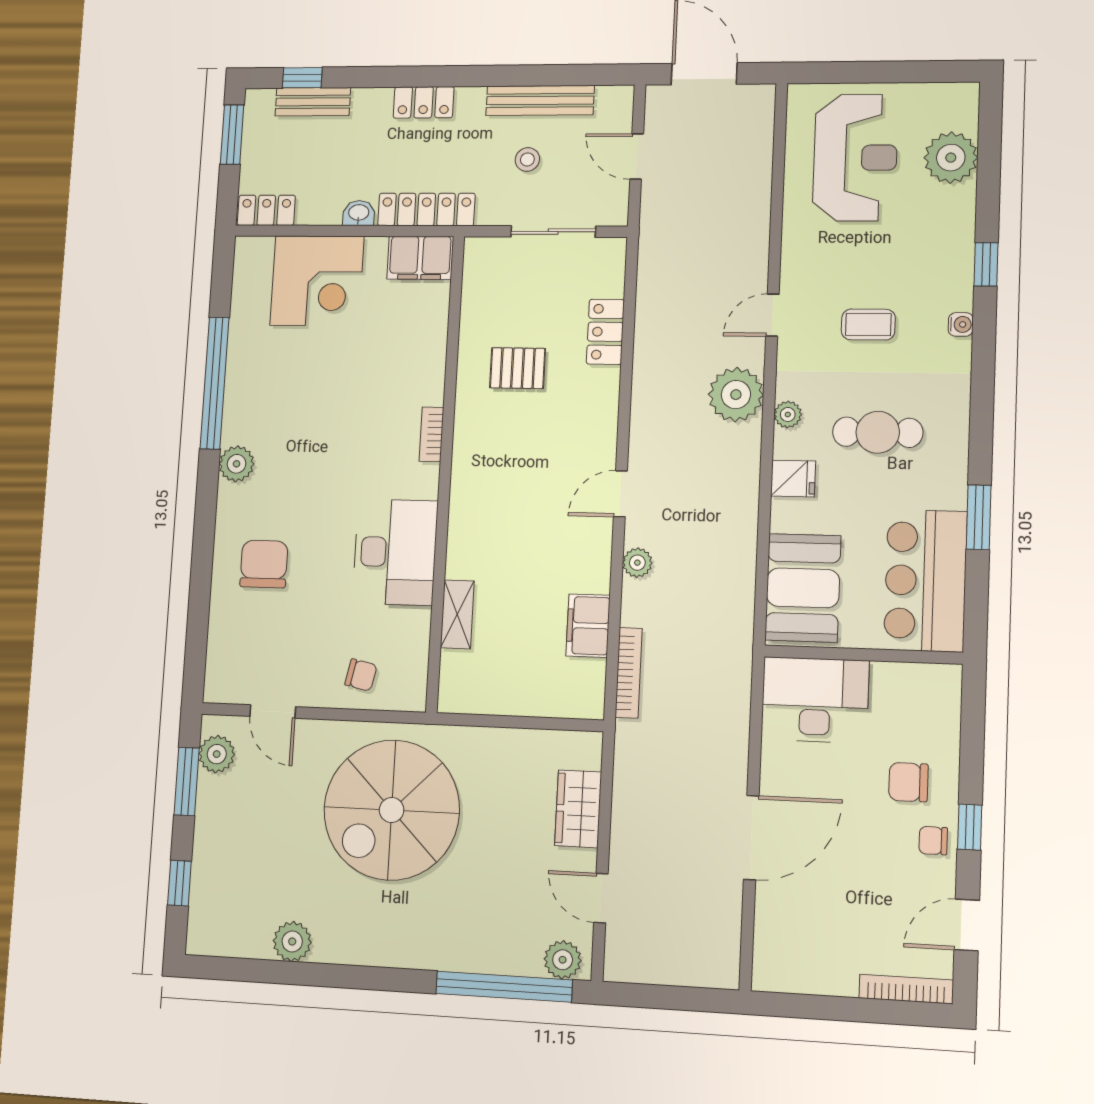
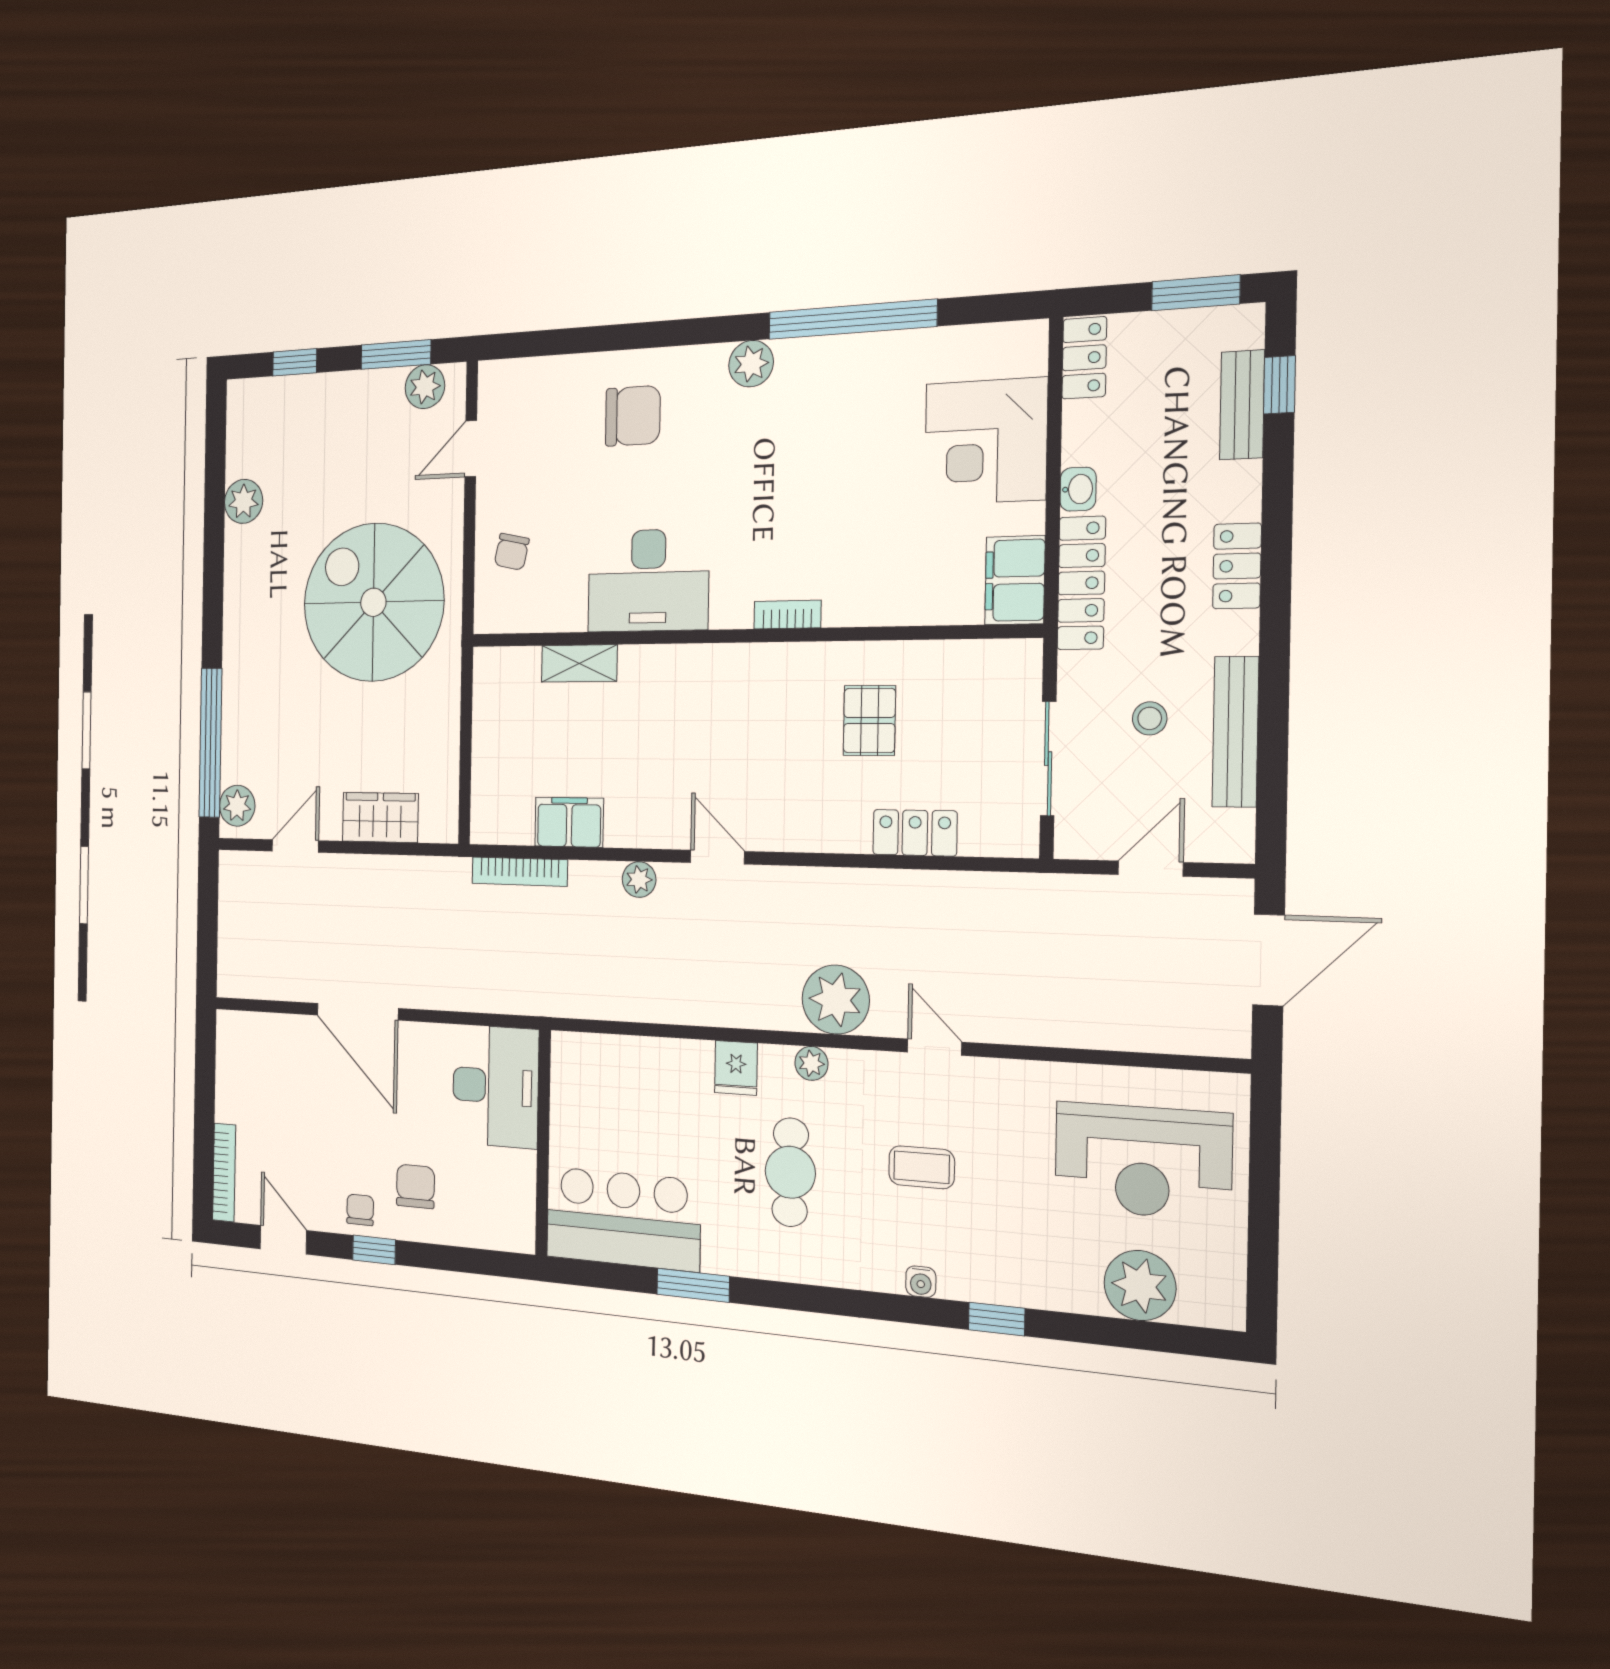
coffee table: (868, 325) -> (922, 1167), turned 90
booth: (803, 588) -> (613, 1076), removed

